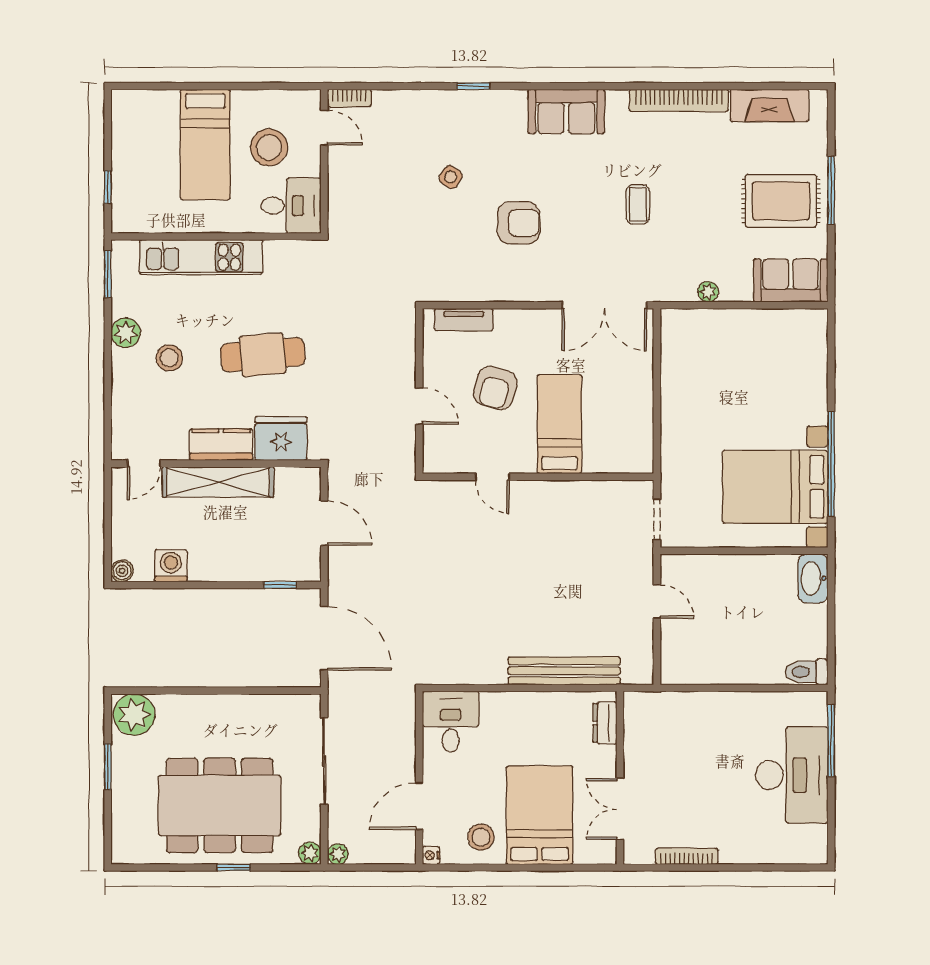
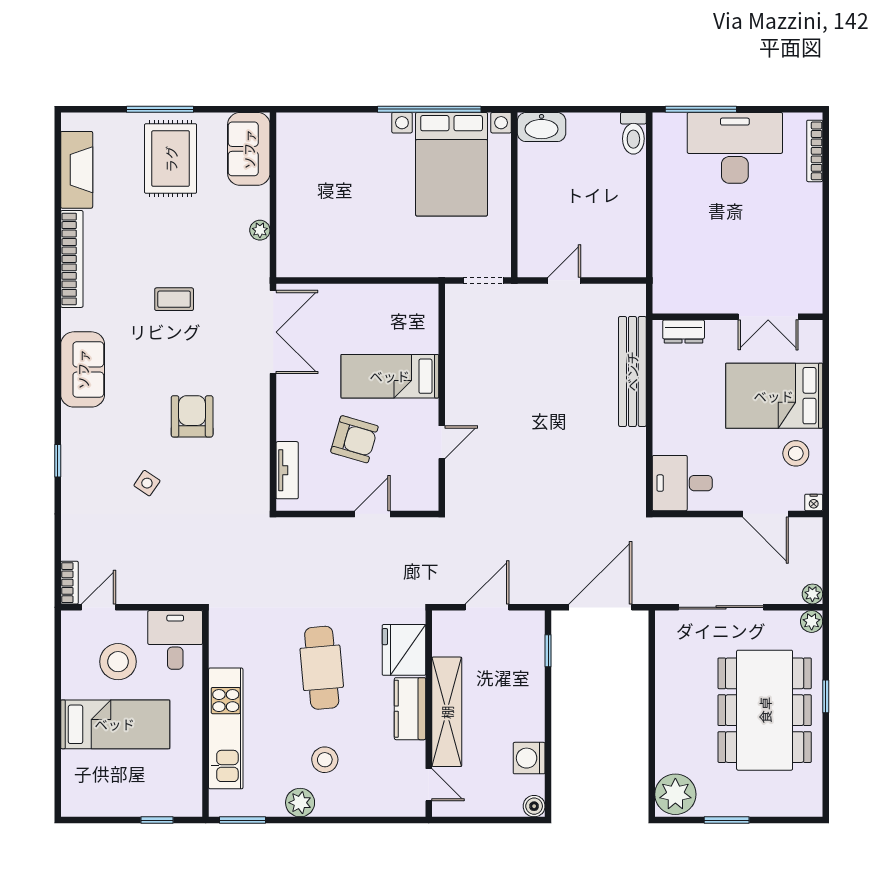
bookcase: (687, 856) -> (815, 151), moved

